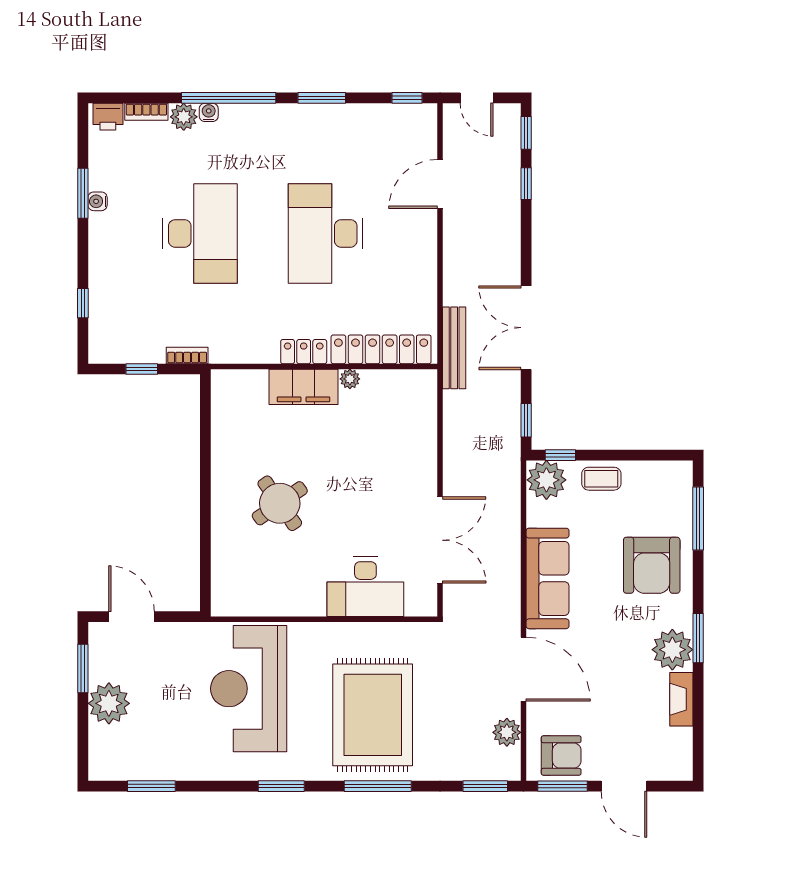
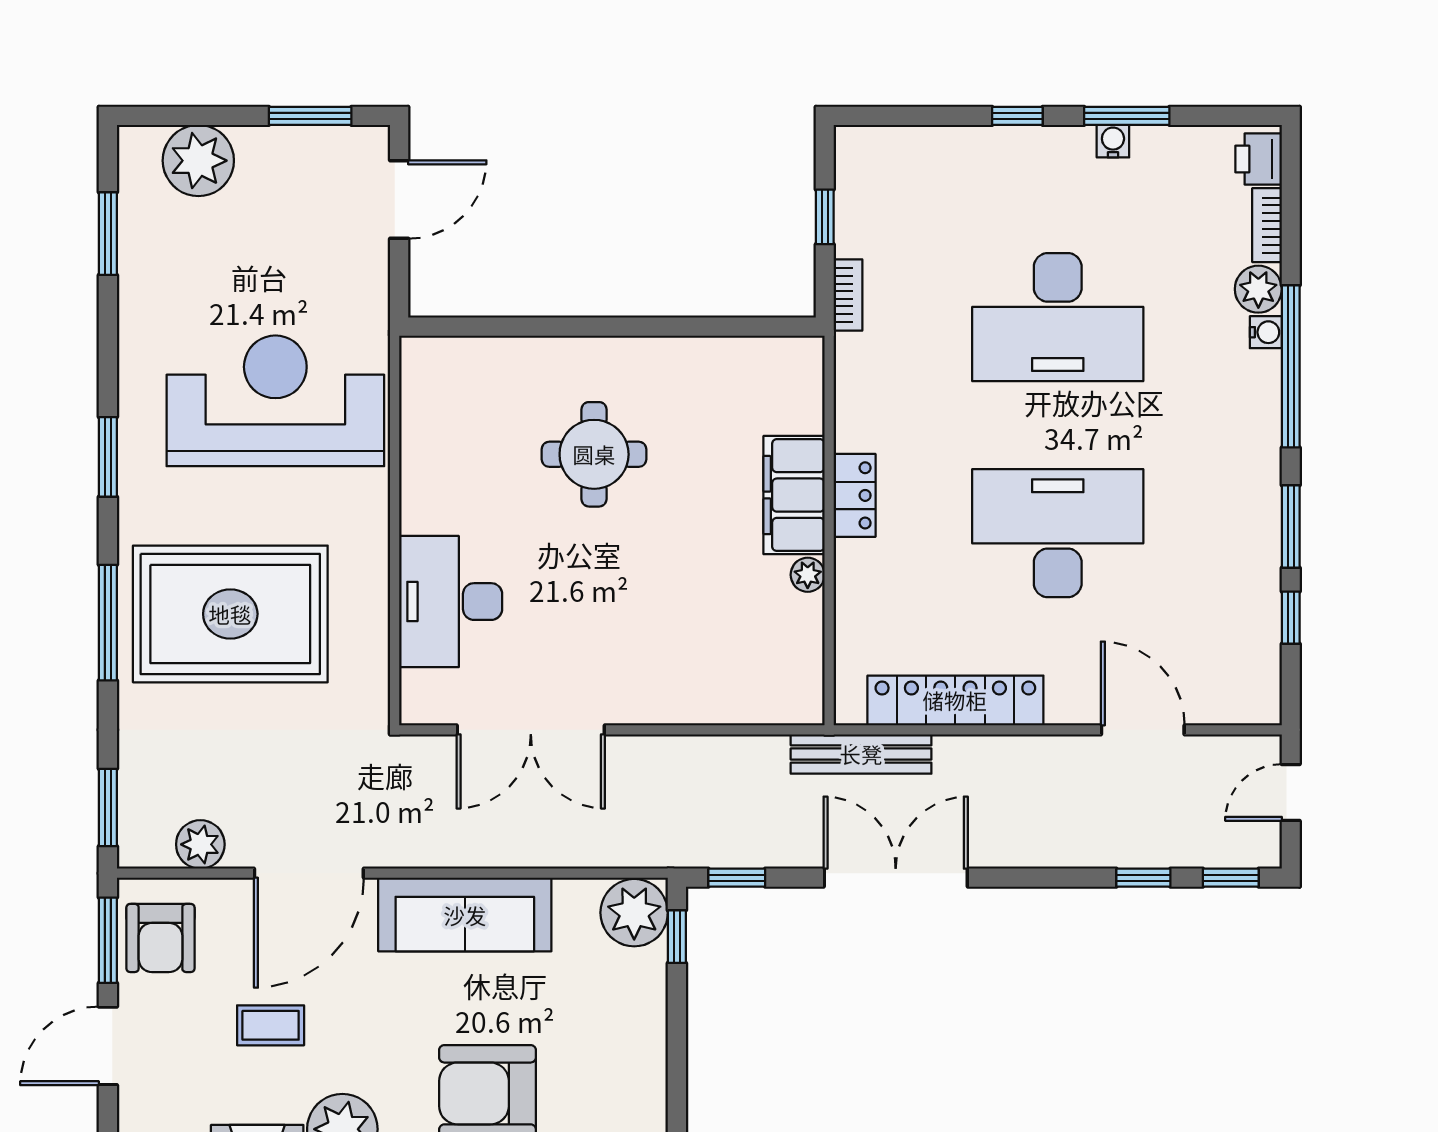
window: (407, 98) -> (1291, 618), moved
window: (83, 303) -> (1017, 116), moved
locker: (381, 349) -> (955, 700), moved, turned -90
coffee table: (601, 479) -> (271, 1025), moved, turned 90
round table: (280, 503) -> (594, 454), turned 35
plant: (109, 703) -> (198, 161), moved

